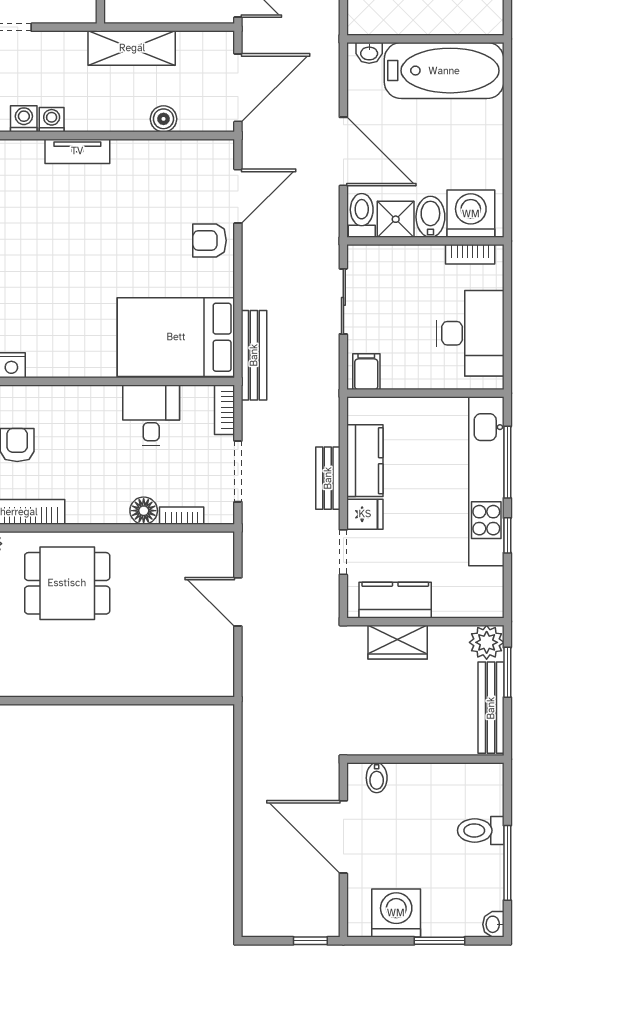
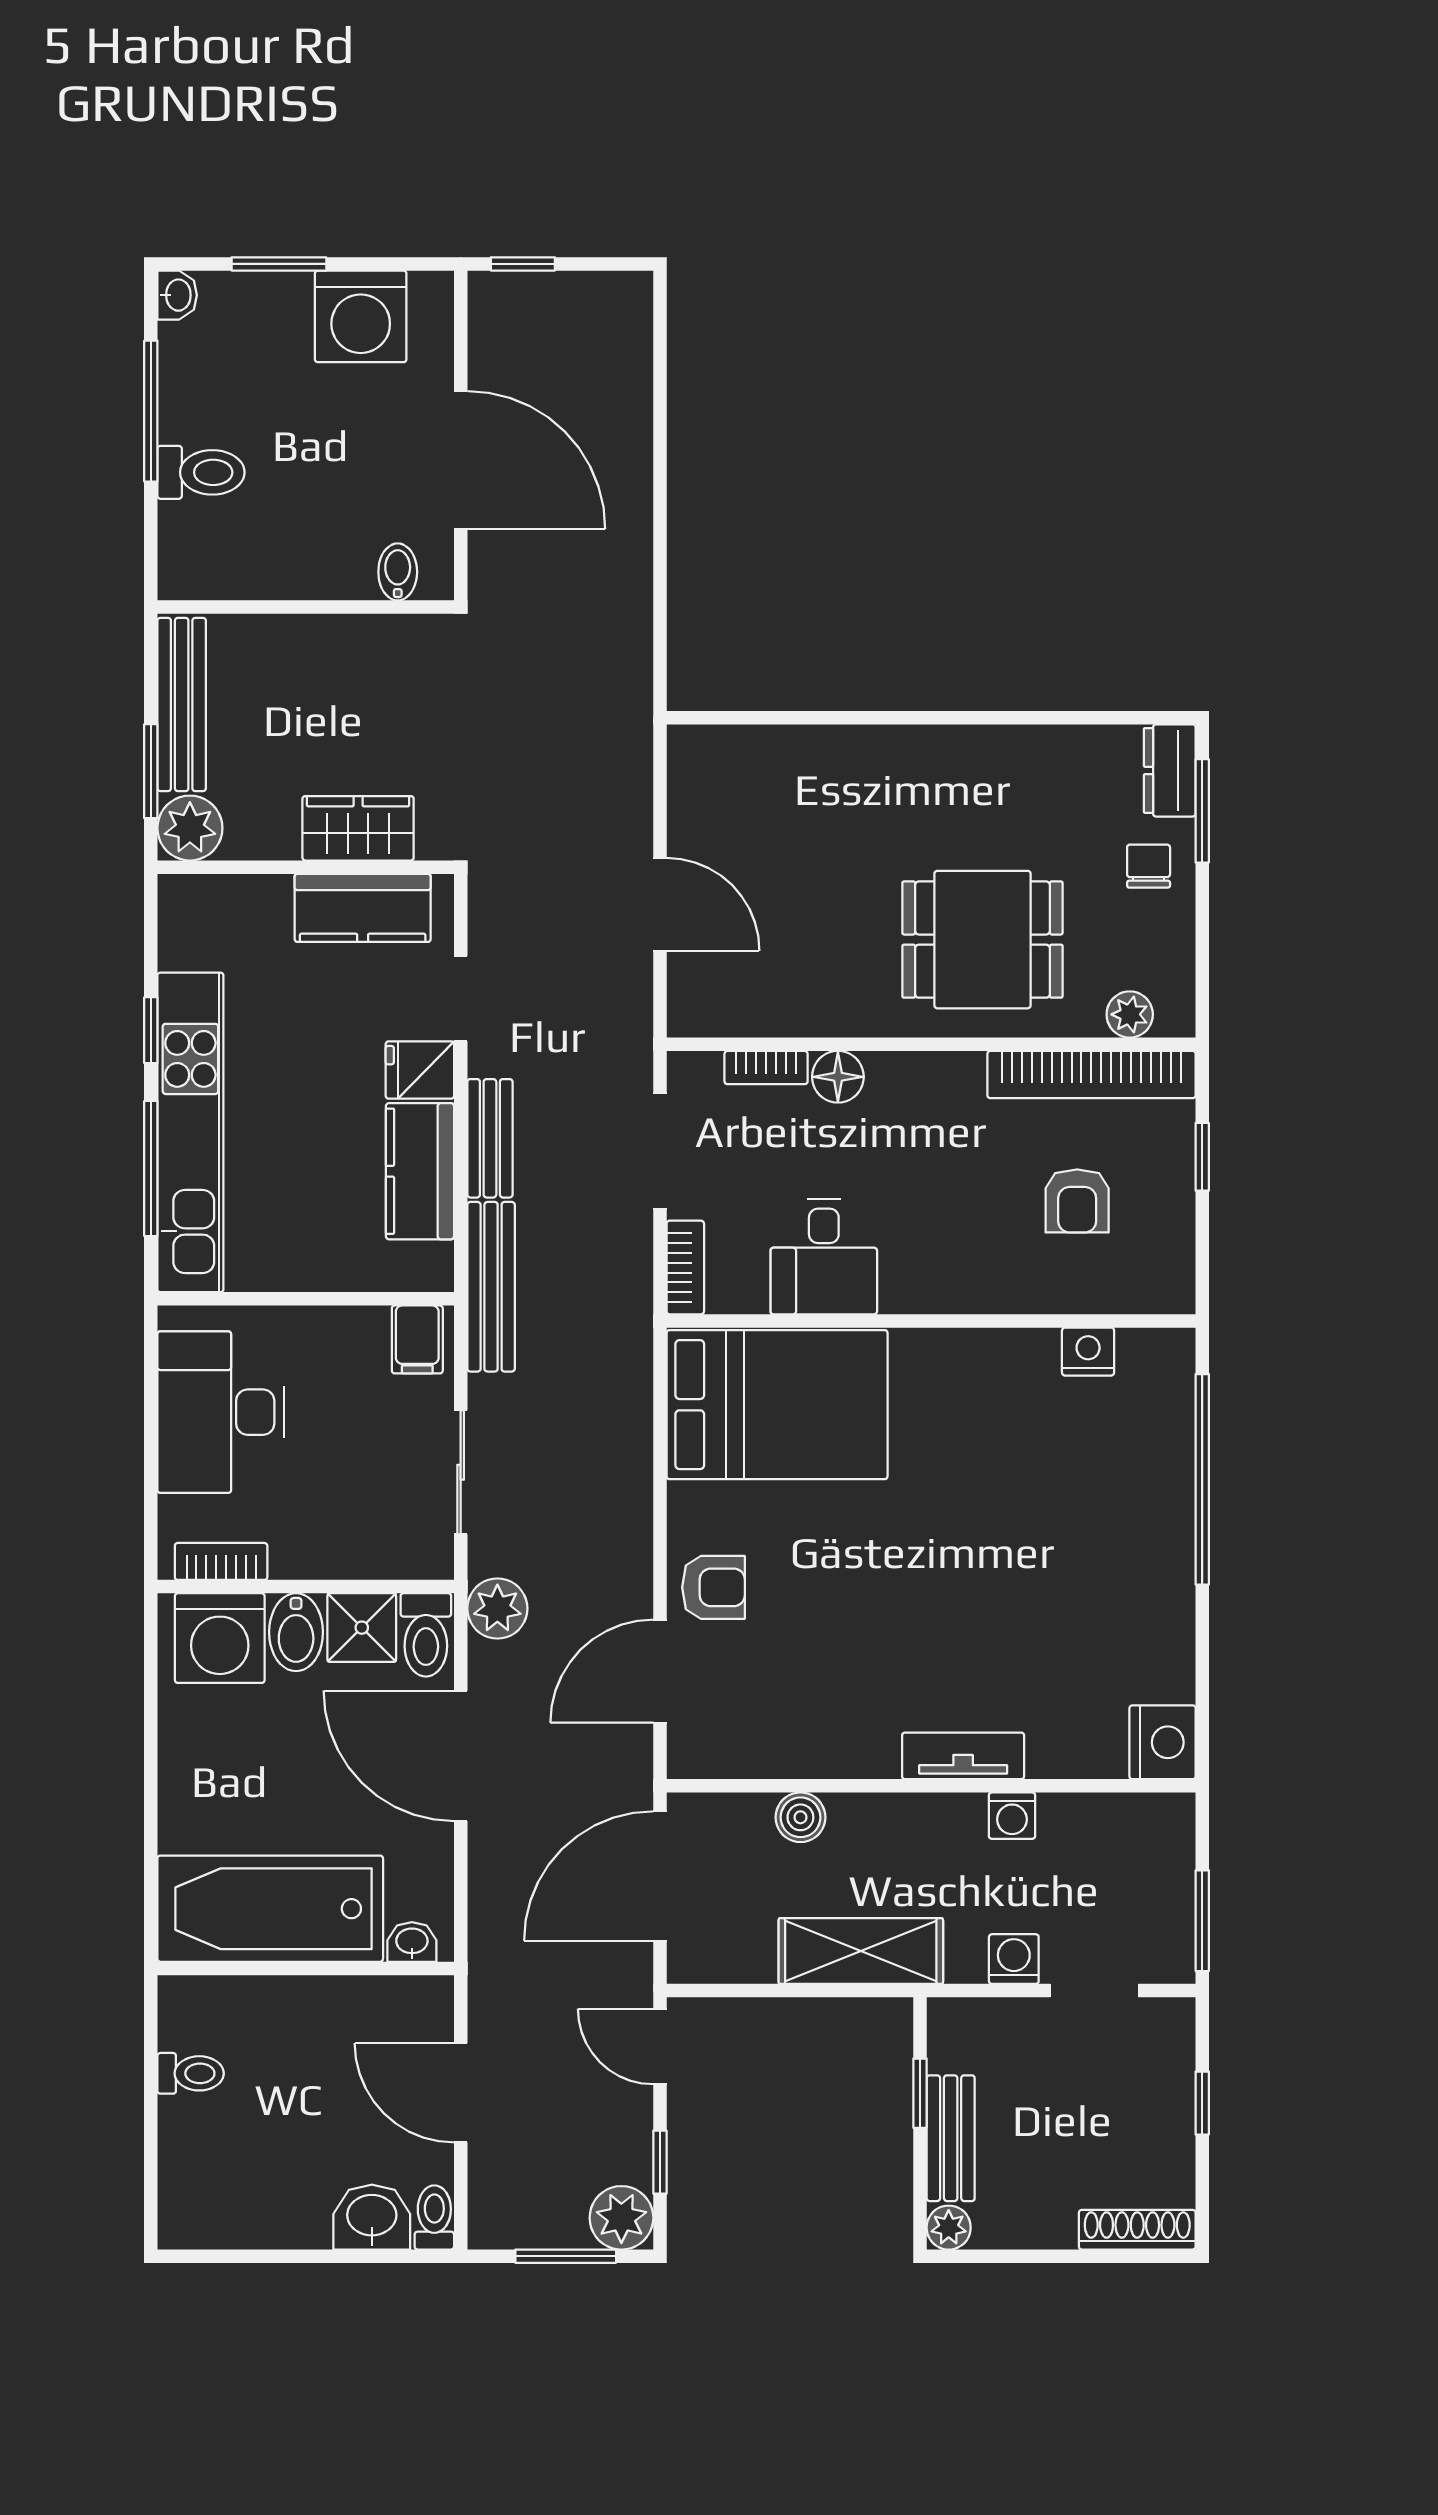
washing machine: (24, 119) -> (1014, 1959), moved, turned 180
plant: (324, 229) -> (497, 1608), added
bench: (254, 355) -> (491, 1287), moved

